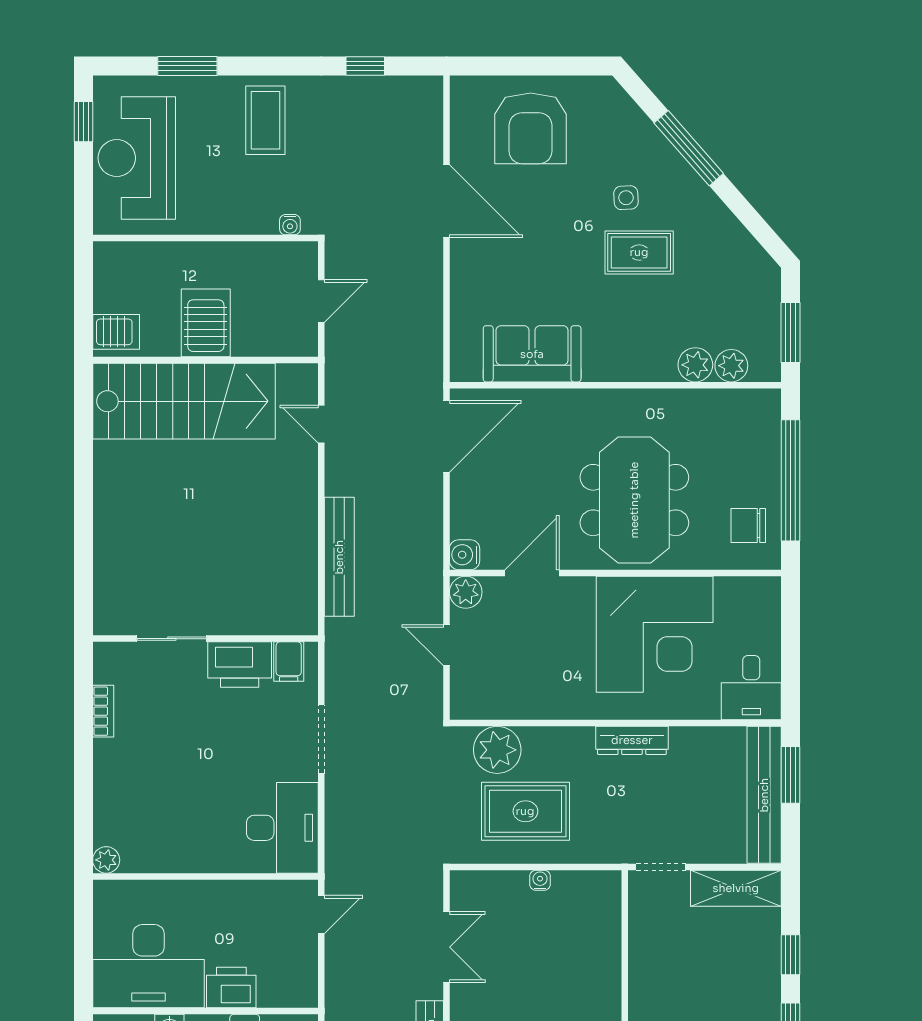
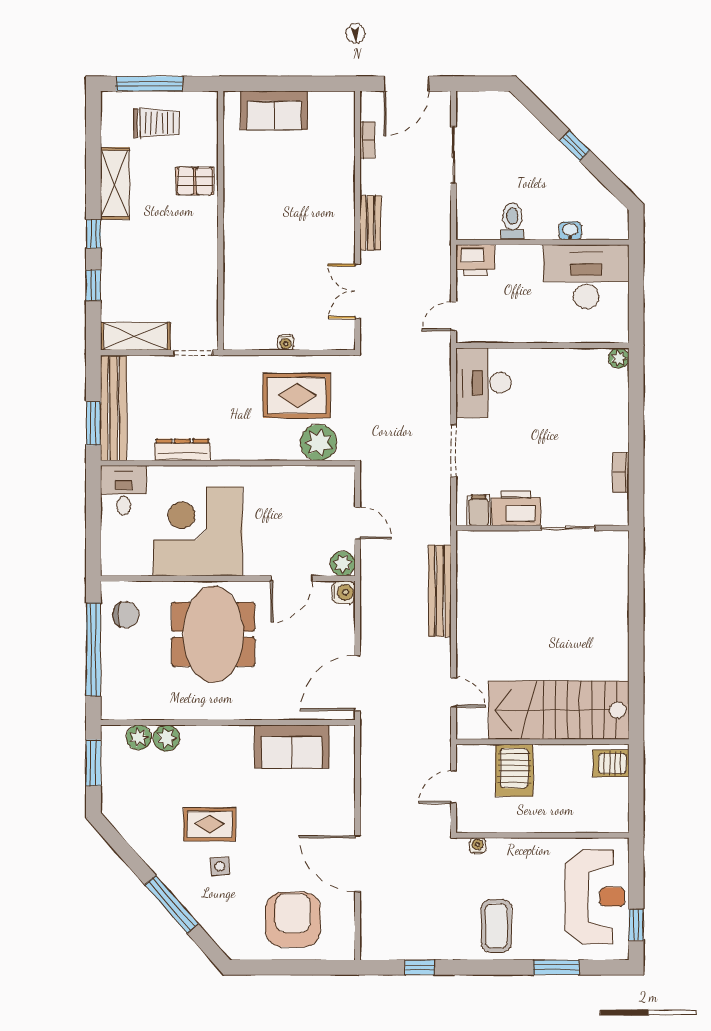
server rack: (206, 323) -> (514, 770), moved
dresser: (632, 740) -> (182, 450), moved
printer: (231, 987) -> (476, 260), moved

